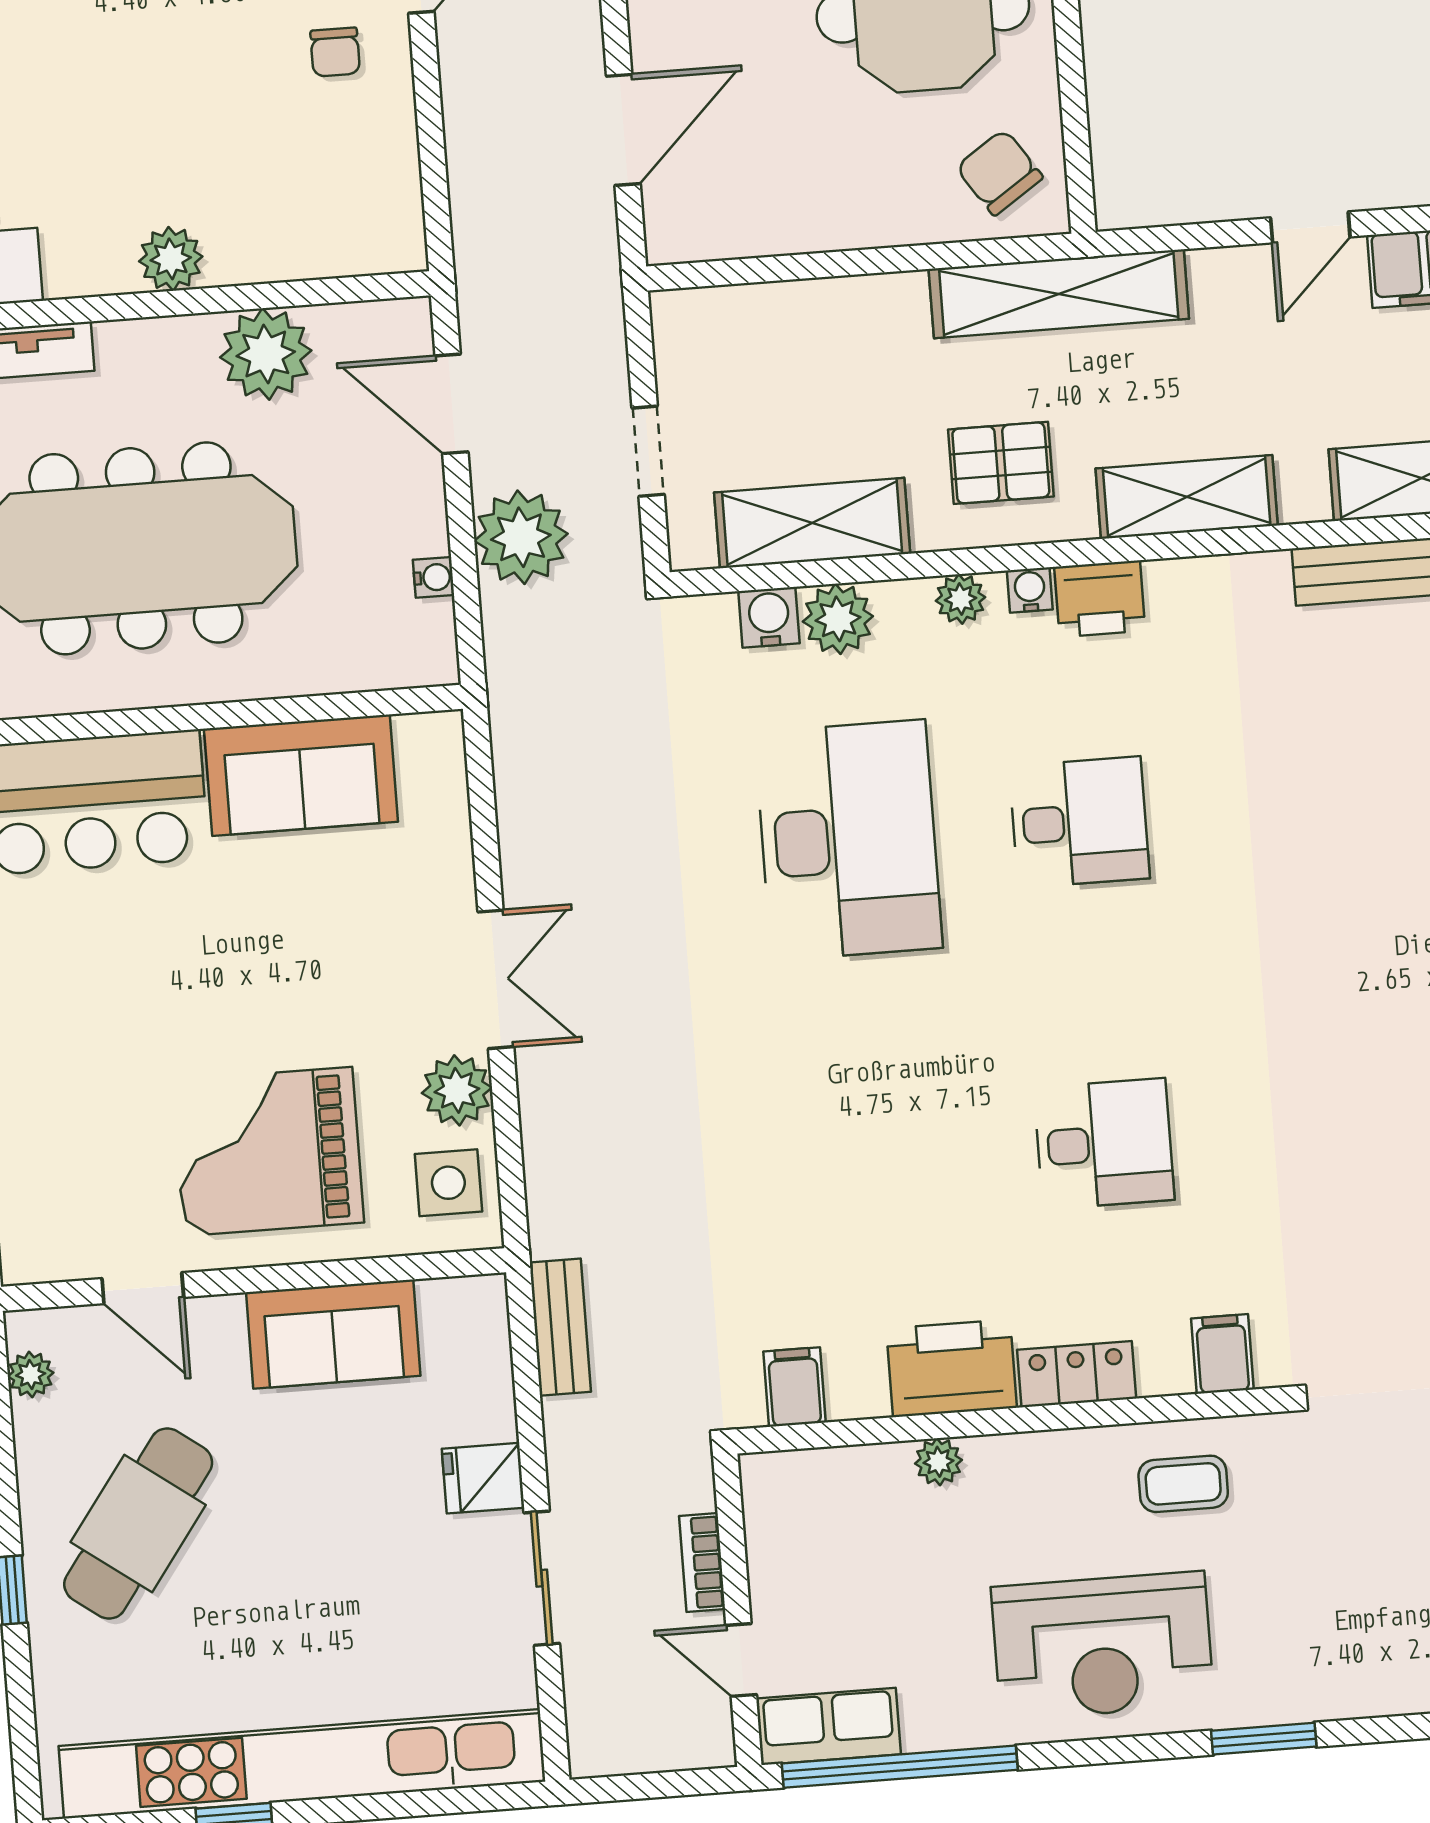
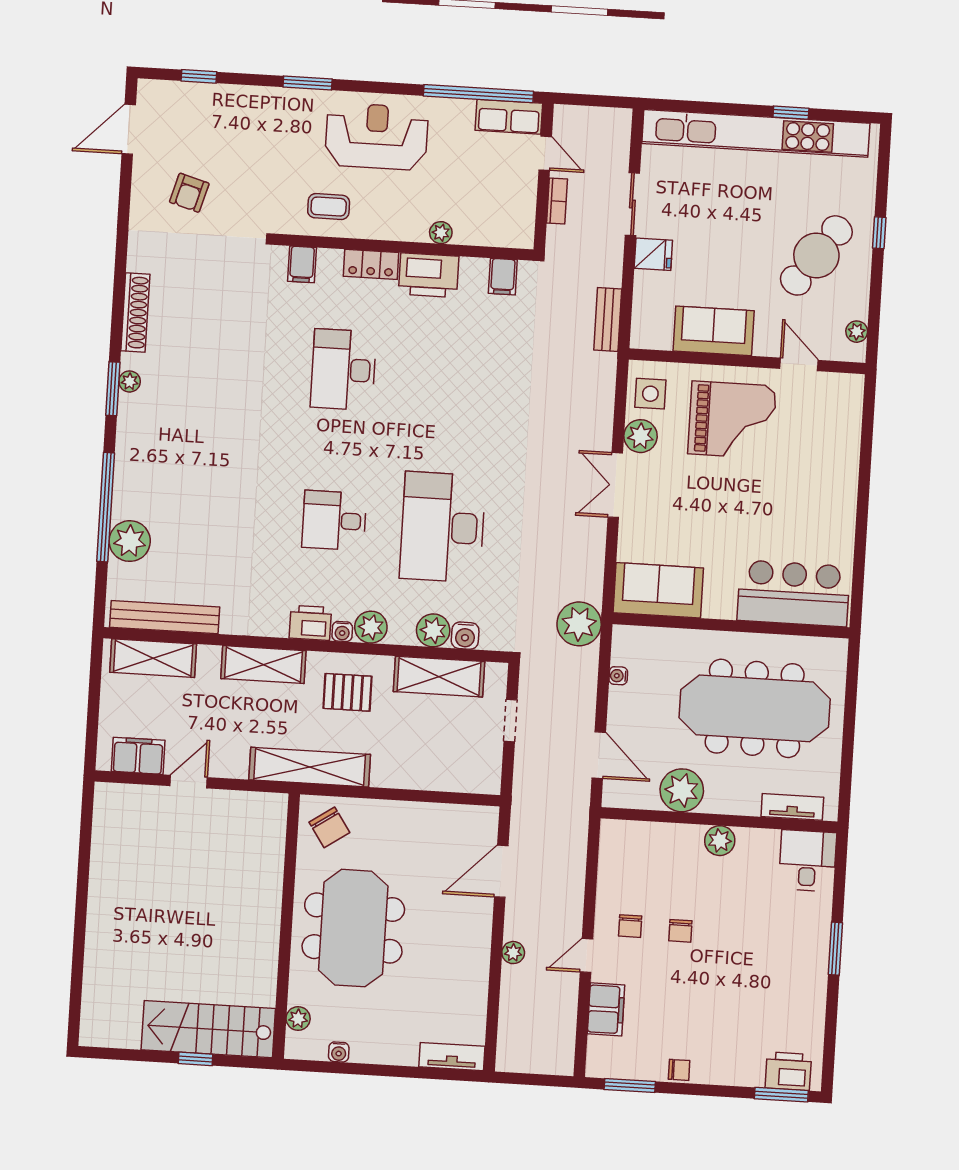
chair: (335, 52) -> (630, 926), turned 180
chair: (228, 57) -> (680, 931), added
plant: (521, 537) -> (579, 624), moved
plant: (960, 599) -> (371, 627), width x1.38, depth x1.38
sofa: (301, 775) -> (658, 590), moved
desk: (1104, 1144) -> (343, 370), width x1.37

